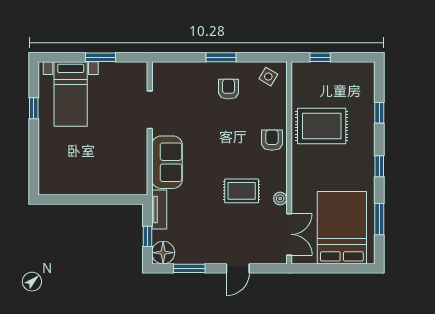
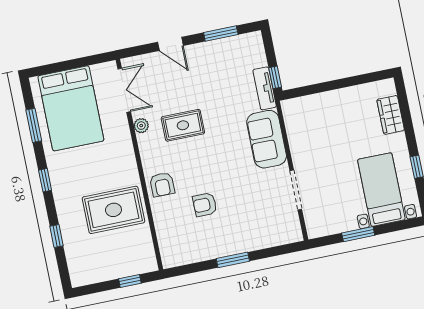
side table: (268, 77) -> (180, 250), removed
armchair: (229, 89) -> (205, 205), moved, turned 90
wardrobe: (48, 161) -> (391, 115), added
double door: (289, 234) -> (124, 90), swing flipped
window: (147, 236) -> (275, 77), moved
floor lamp: (163, 253) -> (251, 44), removed
door: (238, 268) -> (170, 44), swing flipped

